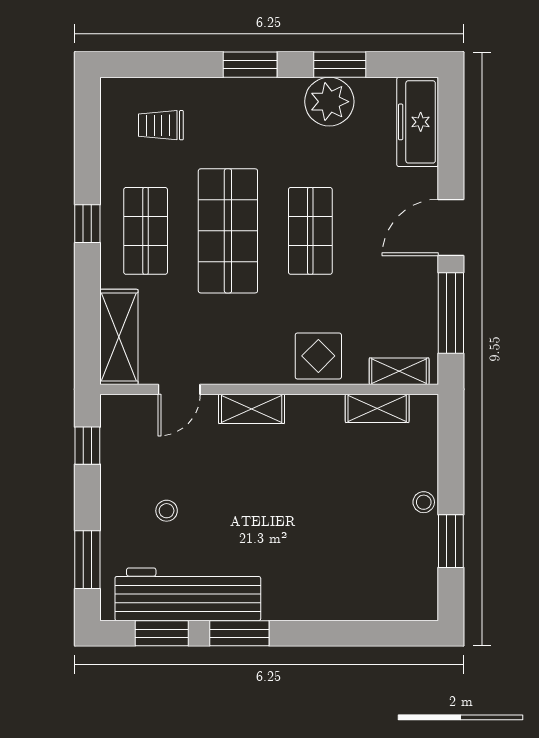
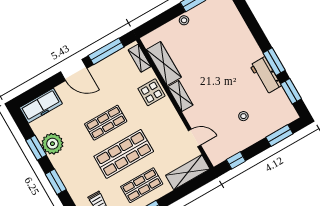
shelving: (377, 408) -> (164, 63), width x1.50, depth x1.33
shelving: (252, 409) -> (180, 96), moved
workbench: (188, 594) -> (266, 75), width x0.53, depth x0.76

